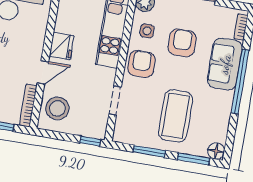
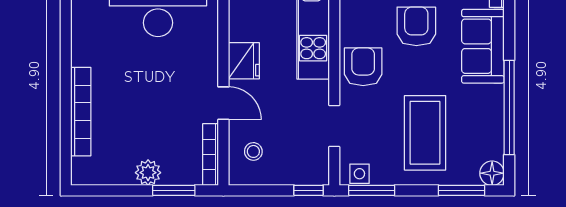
side table: (147, 31) -> (359, 174), moved
door: (43, 72) -> (223, 103), hinge flipped
window: (240, 81) -> (509, 107), moved
stool: (57, 108) -> (253, 151), width x0.53, depth x0.53
window: (149, 151) -> (372, 190), moved

